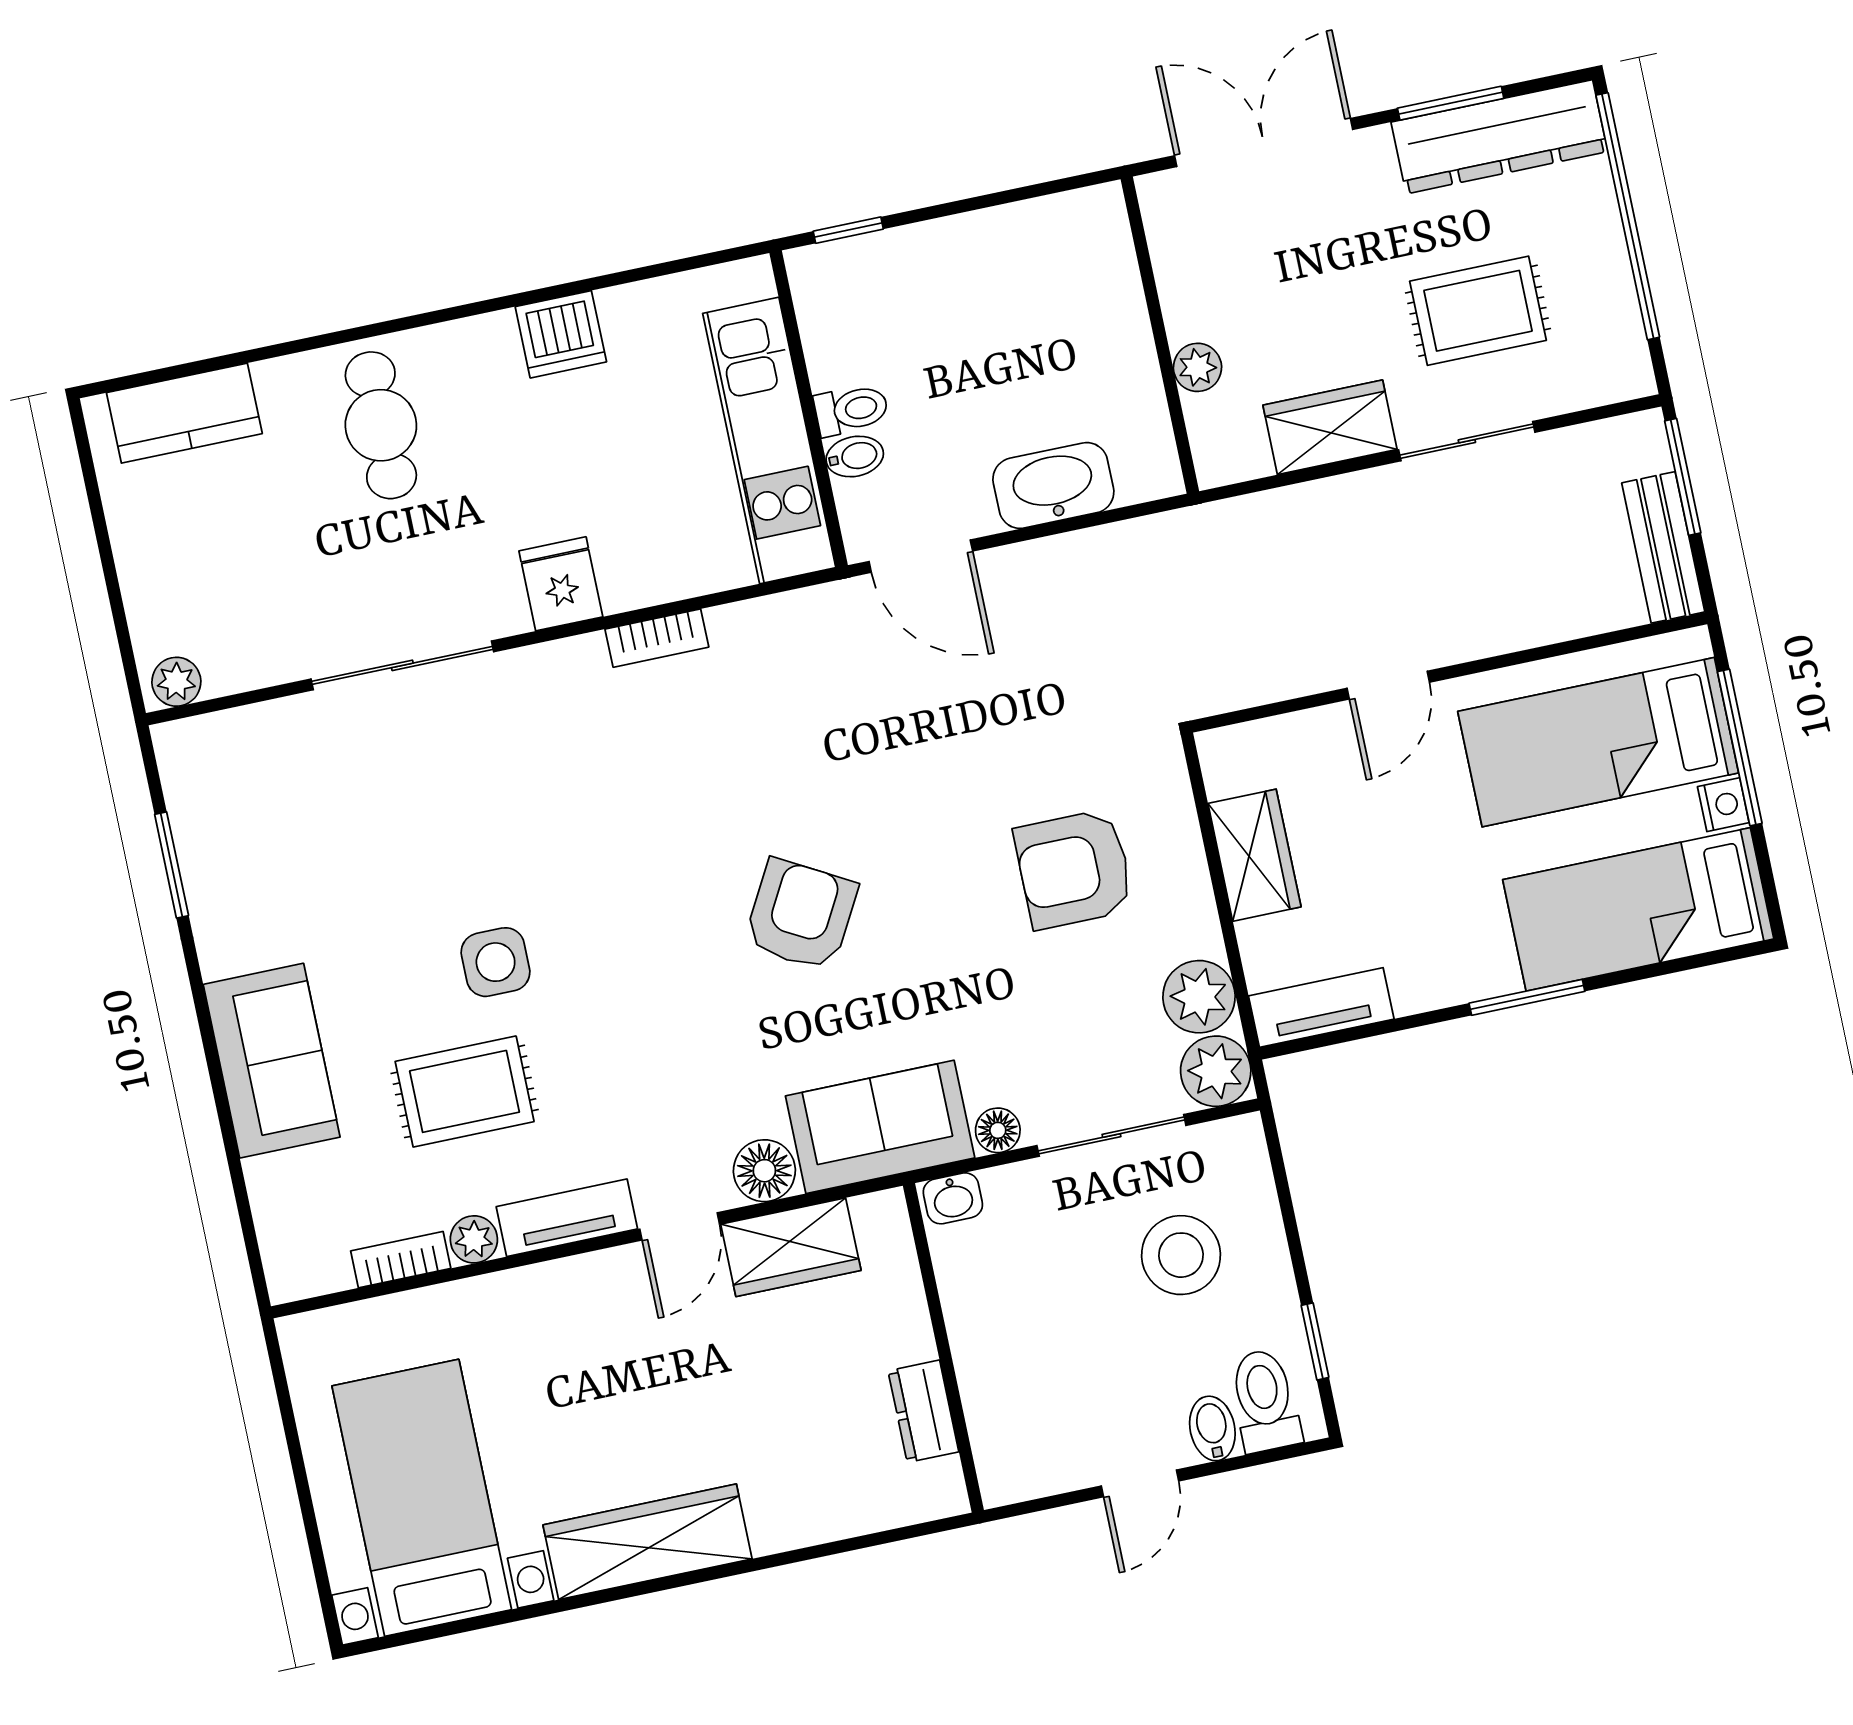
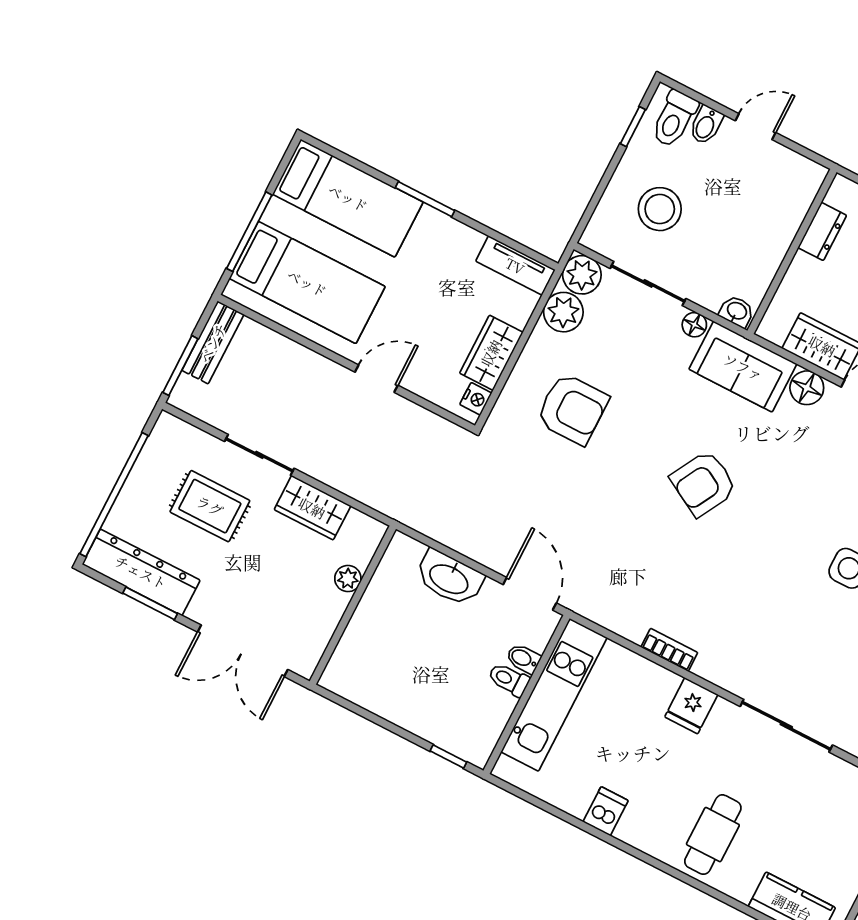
dishwasher: (561, 334) -> (606, 811), width x0.73
nightstand: (1723, 805) -> (476, 399), moved, turned 180

